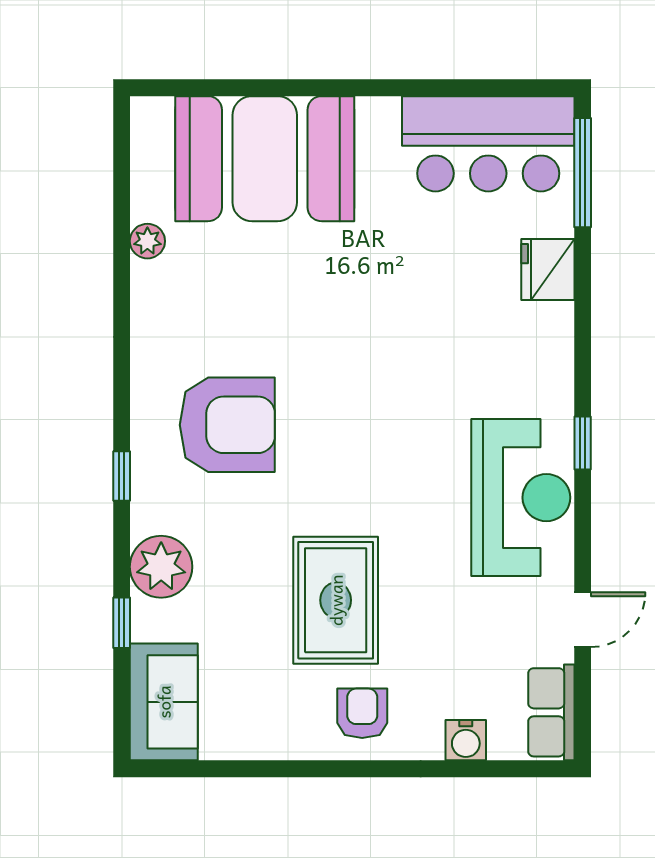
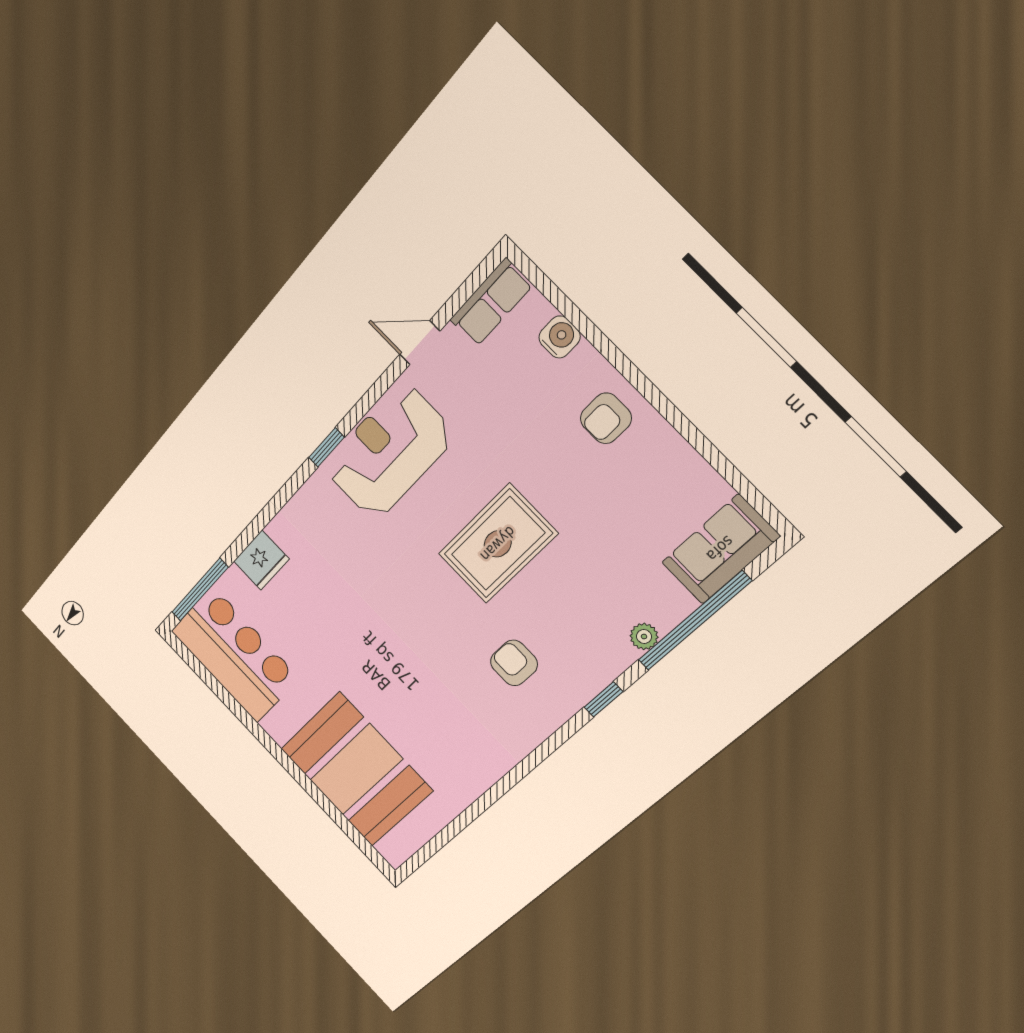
plant: (147, 241) -> (459, 798), removed
armchair: (227, 425) -> (514, 663), width x0.53, depth x0.53
plant: (161, 567) -> (644, 637), width x0.53, depth x0.53
rug: (336, 600) -> (498, 544), moved
window: (122, 623) -> (694, 621), width x3.17

